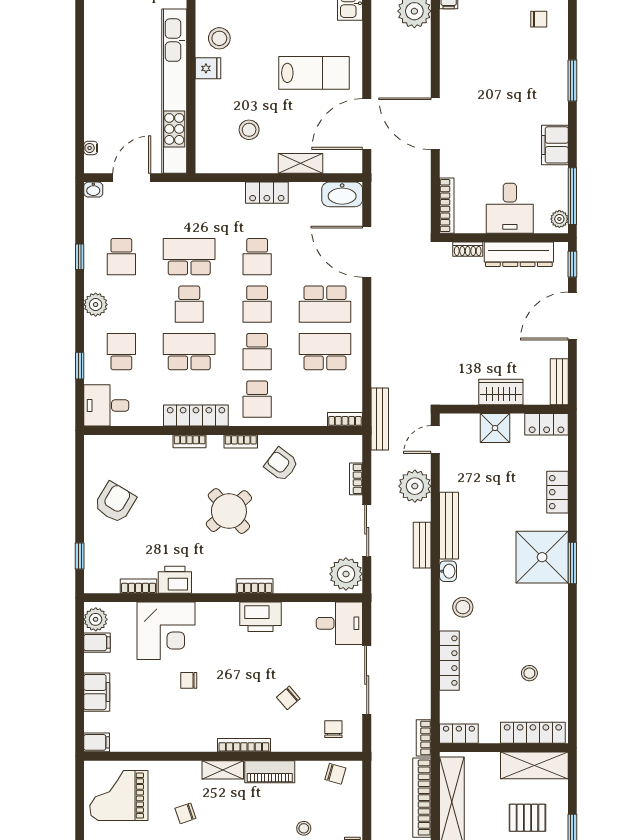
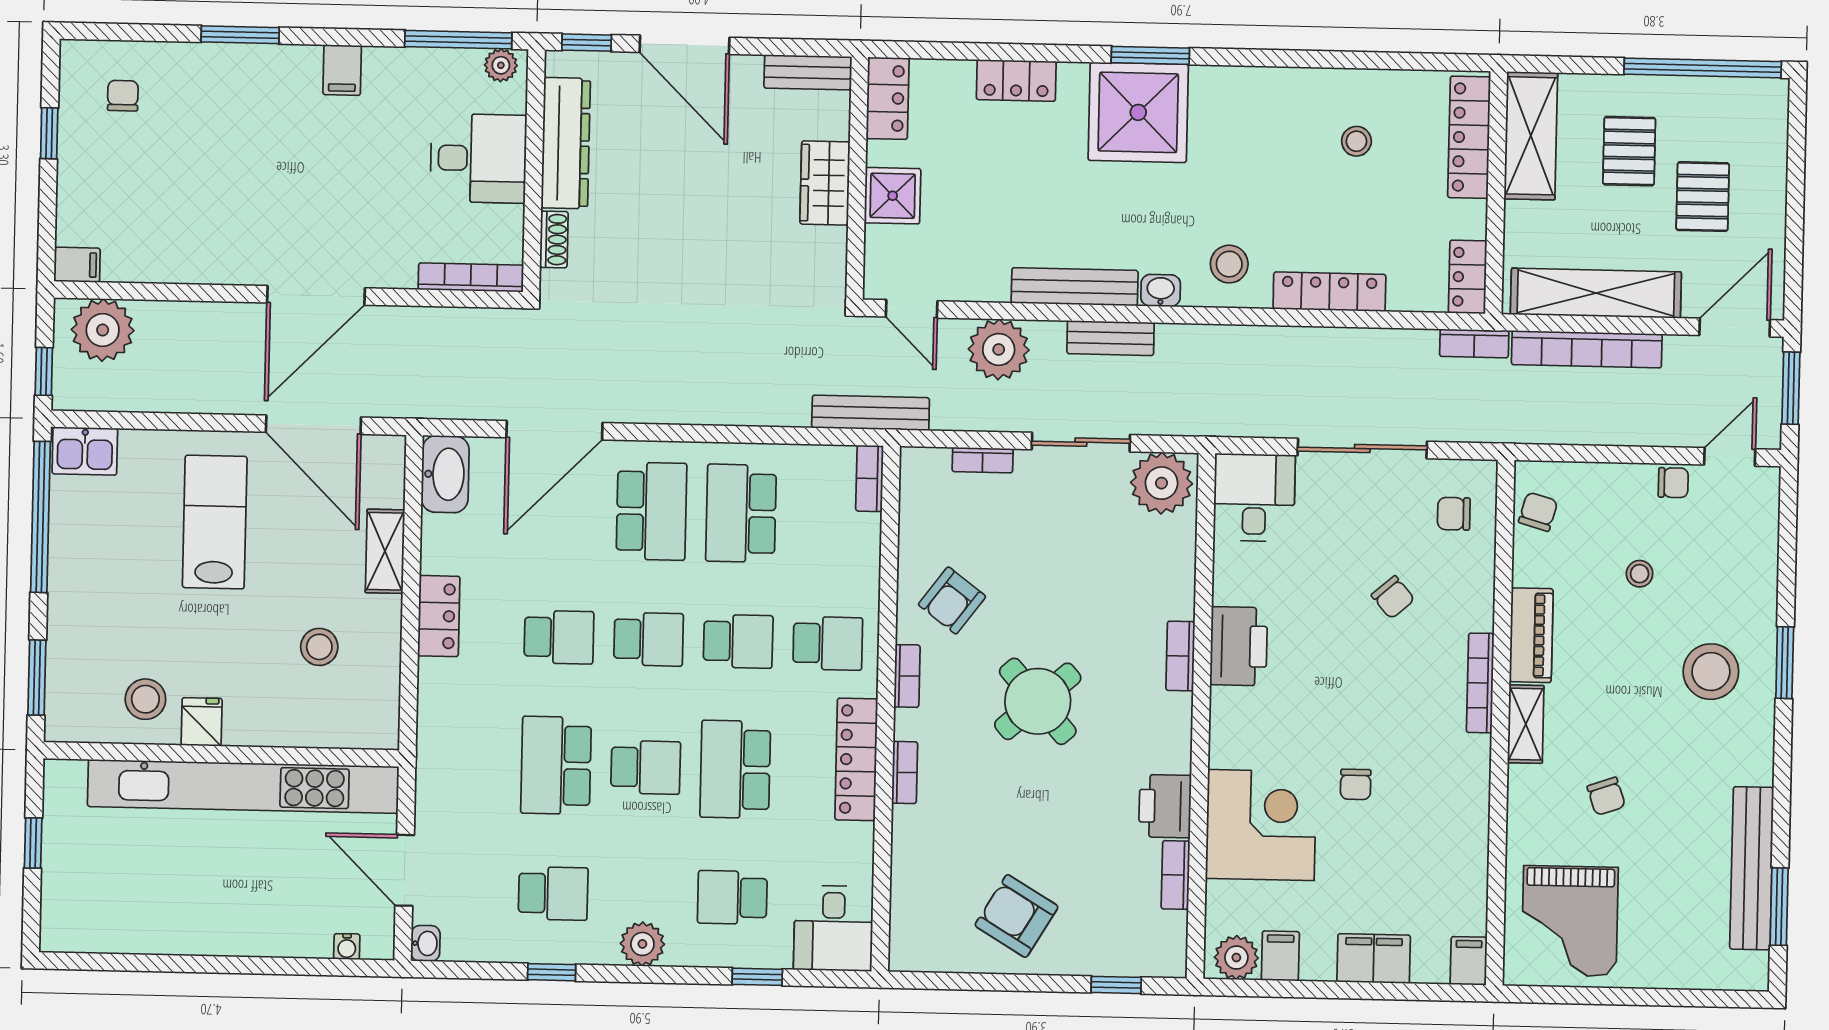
filing cabinet: (555, 145) -> (342, 70), width x0.50

